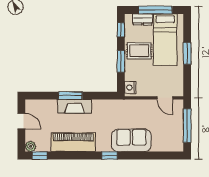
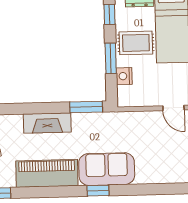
nightstand: (130, 87) -> (124, 76), moved
window: (70, 96) -> (86, 107), moved
sofa: (131, 140) -> (107, 169), moved

